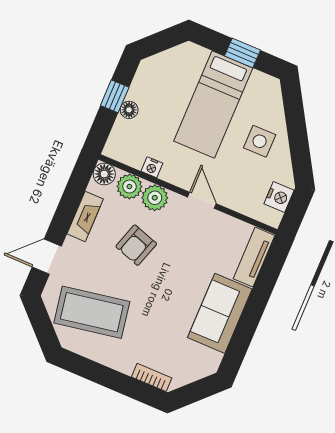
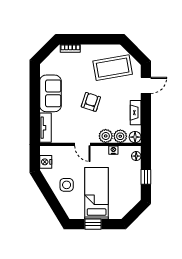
floor lamp: (129, 110) -> (136, 156), moved
armchair: (136, 245) -> (91, 102), moved

